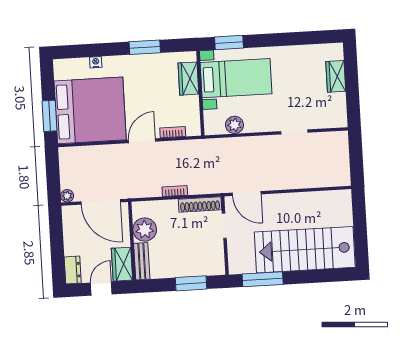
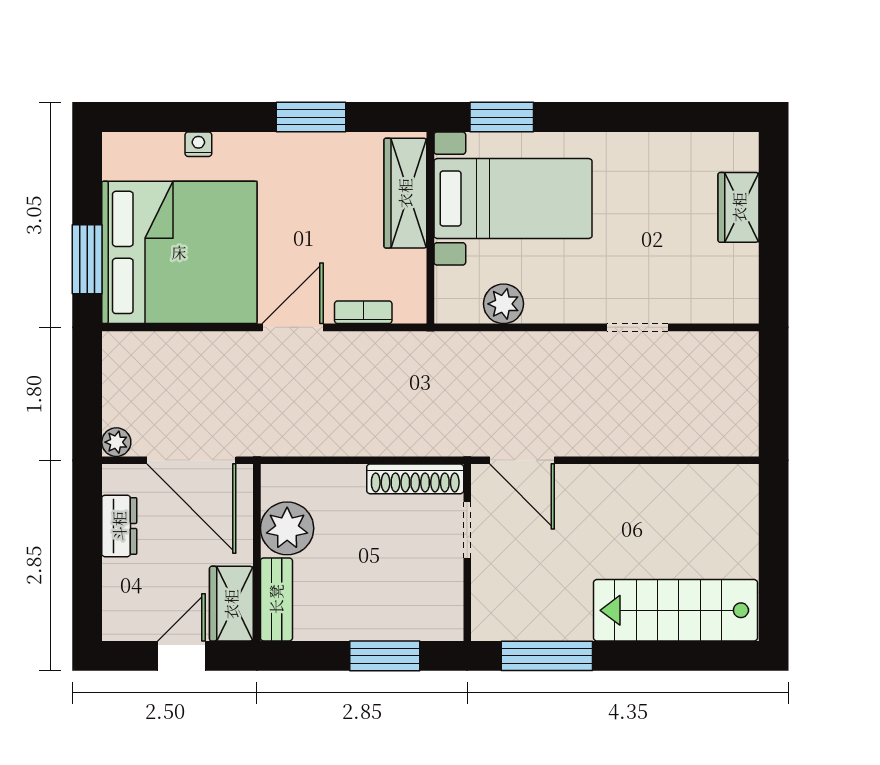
wardrobe: (188, 79) -> (405, 193), width x1.50
bookcase: (175, 191) -> (360, 445), removed
stairs: (305, 250) -> (675, 610), width x0.73, depth x0.66
dresser: (73, 270) -> (119, 526), moved

